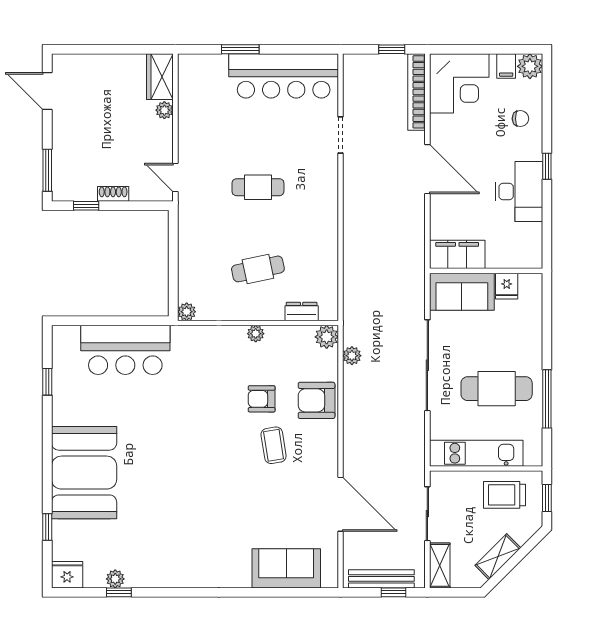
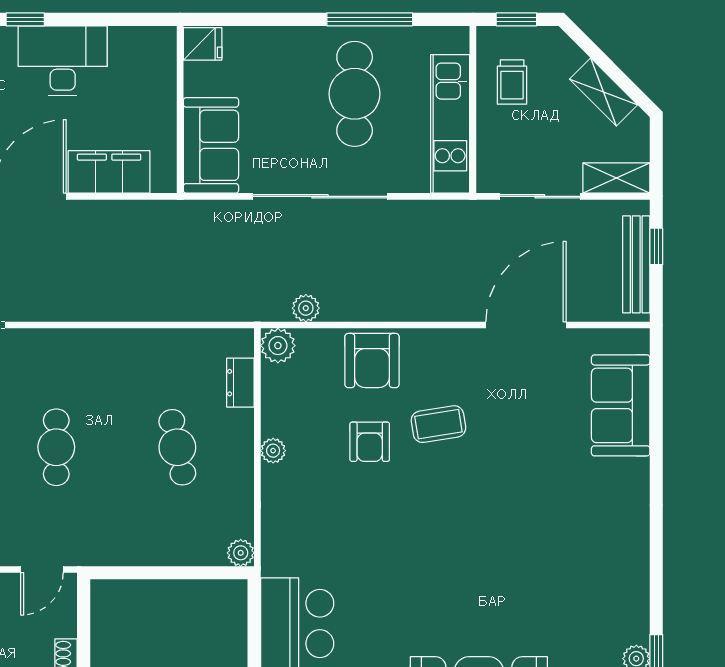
filing cabinet: (457, 254) -> (109, 172), moved, turned 90
fridge: (507, 286) -> (203, 44), moved
trolley: (505, 495) -> (512, 82), width x0.73, depth x0.72

